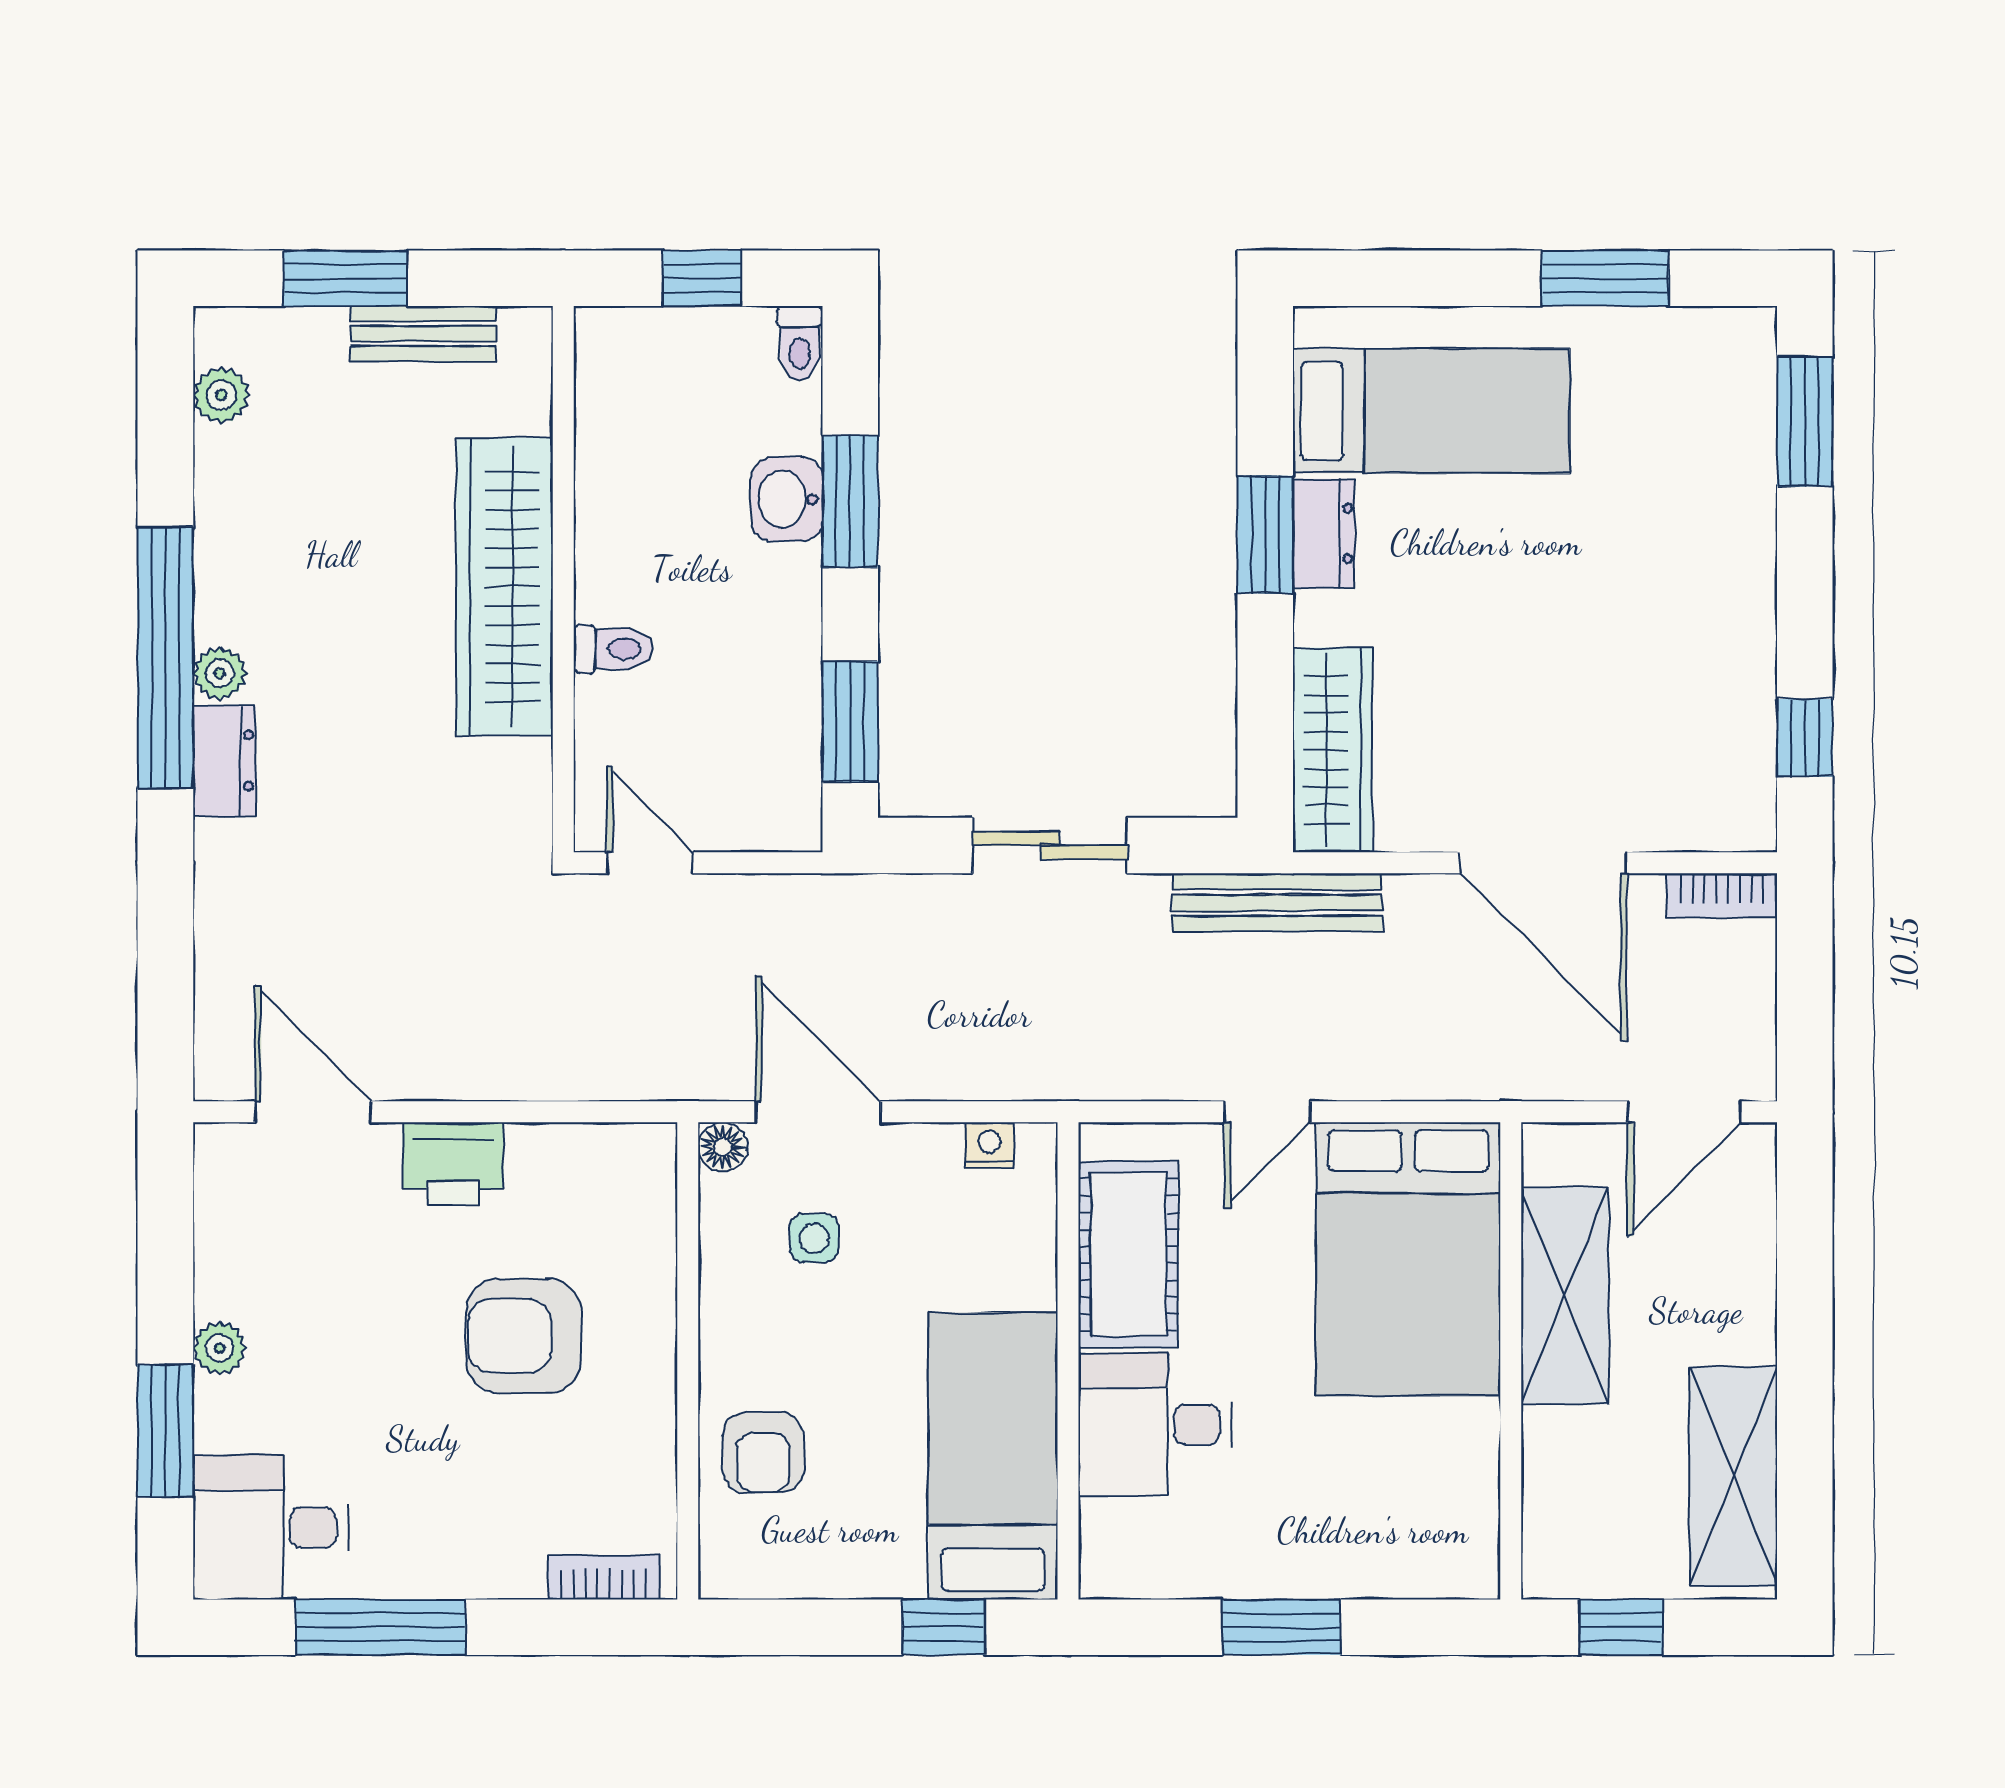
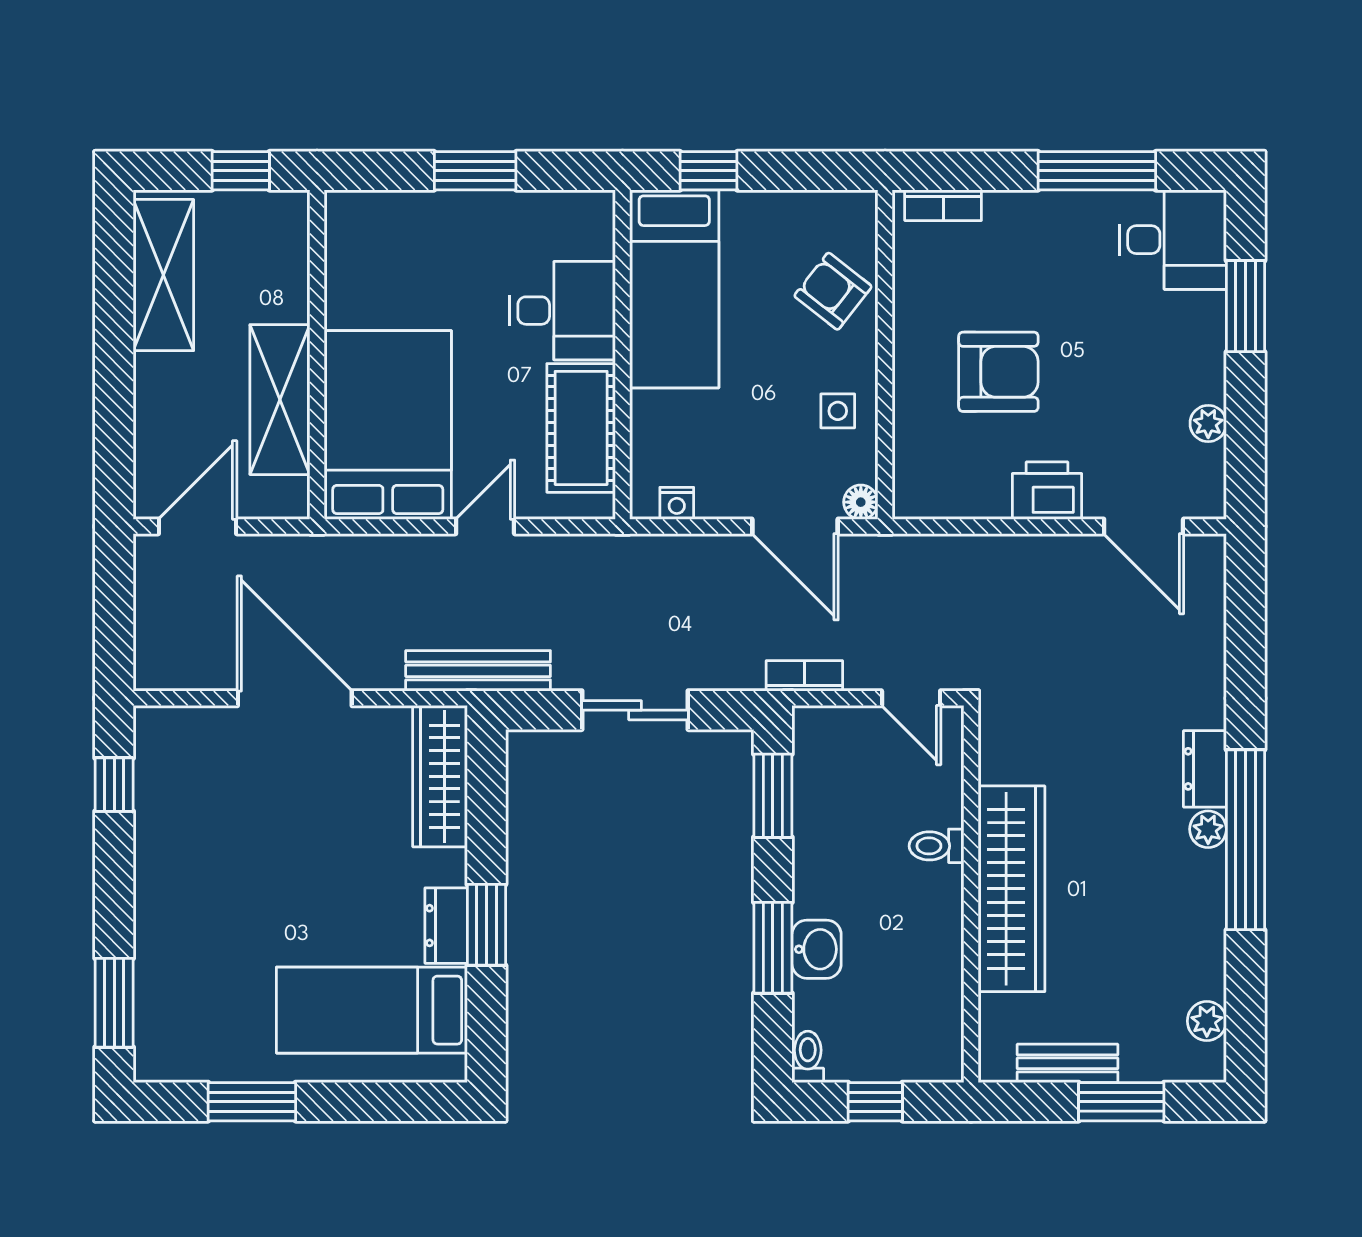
bookcase: (1722, 895) -> (804, 676), moved
side table: (814, 1238) -> (838, 411), moved
plant: (219, 1348) -> (1208, 423), moved
armchair: (763, 1453) -> (833, 291), turned -52

